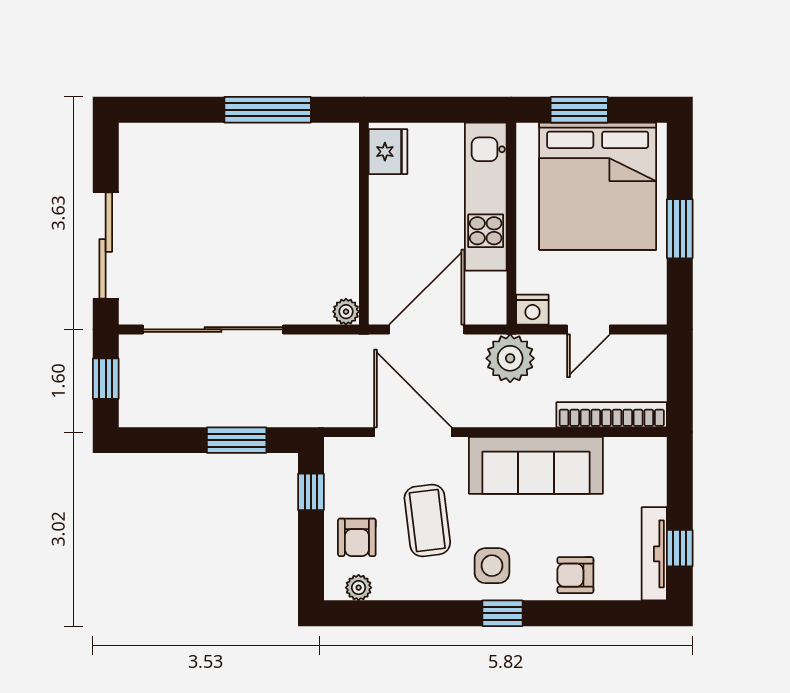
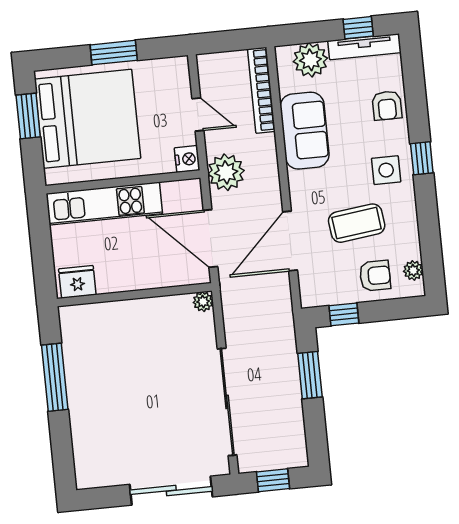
window: (579, 110) -> (28, 116), moved
sofa: (536, 465) -> (305, 131), width x0.73
plant: (644, 482) -> (310, 60), added

